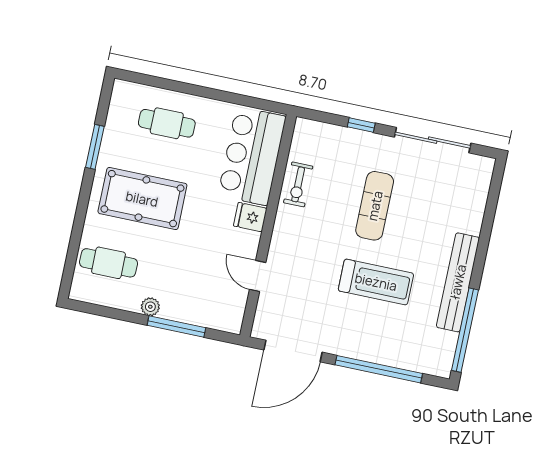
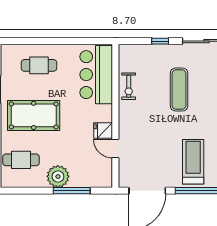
fridge: (250, 217) -> (103, 131), moved
treadmill: (376, 282) -> (193, 162), moved, turned -90
plant: (150, 307) -> (58, 176), width x1.88, depth x1.88

